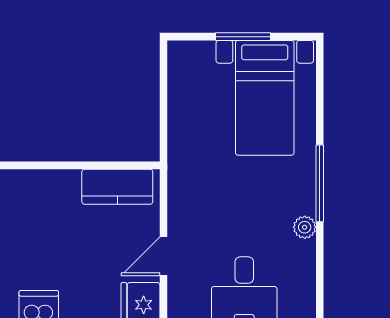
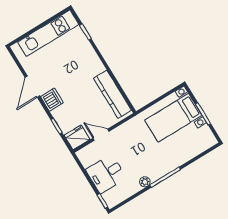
bed with nightstands: (265, 98) -> (173, 118), moved
kitchen counter: (117, 187) -> (112, 94), width x1.50

